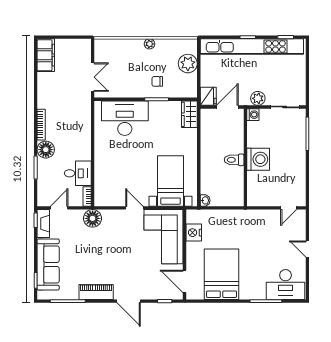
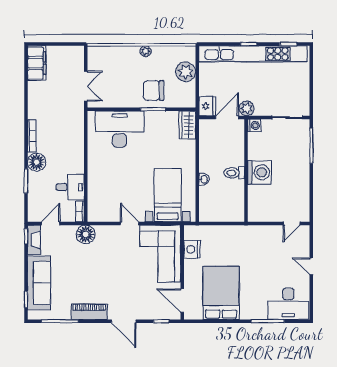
chair: (157, 81) -> (154, 91), width x1.87, depth x1.87
plant: (258, 98) -> (247, 108), moved
washbasin: (205, 200) -> (204, 179), moved

